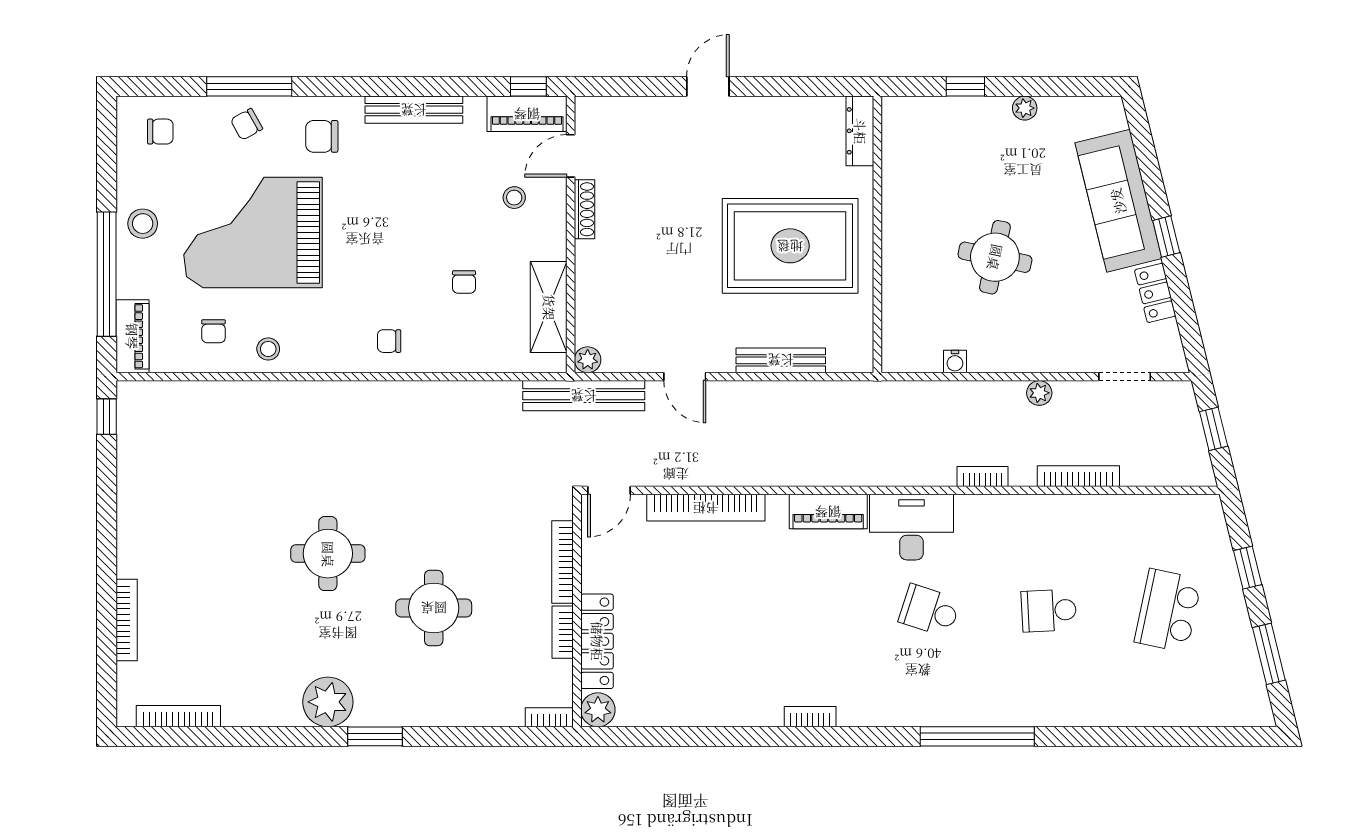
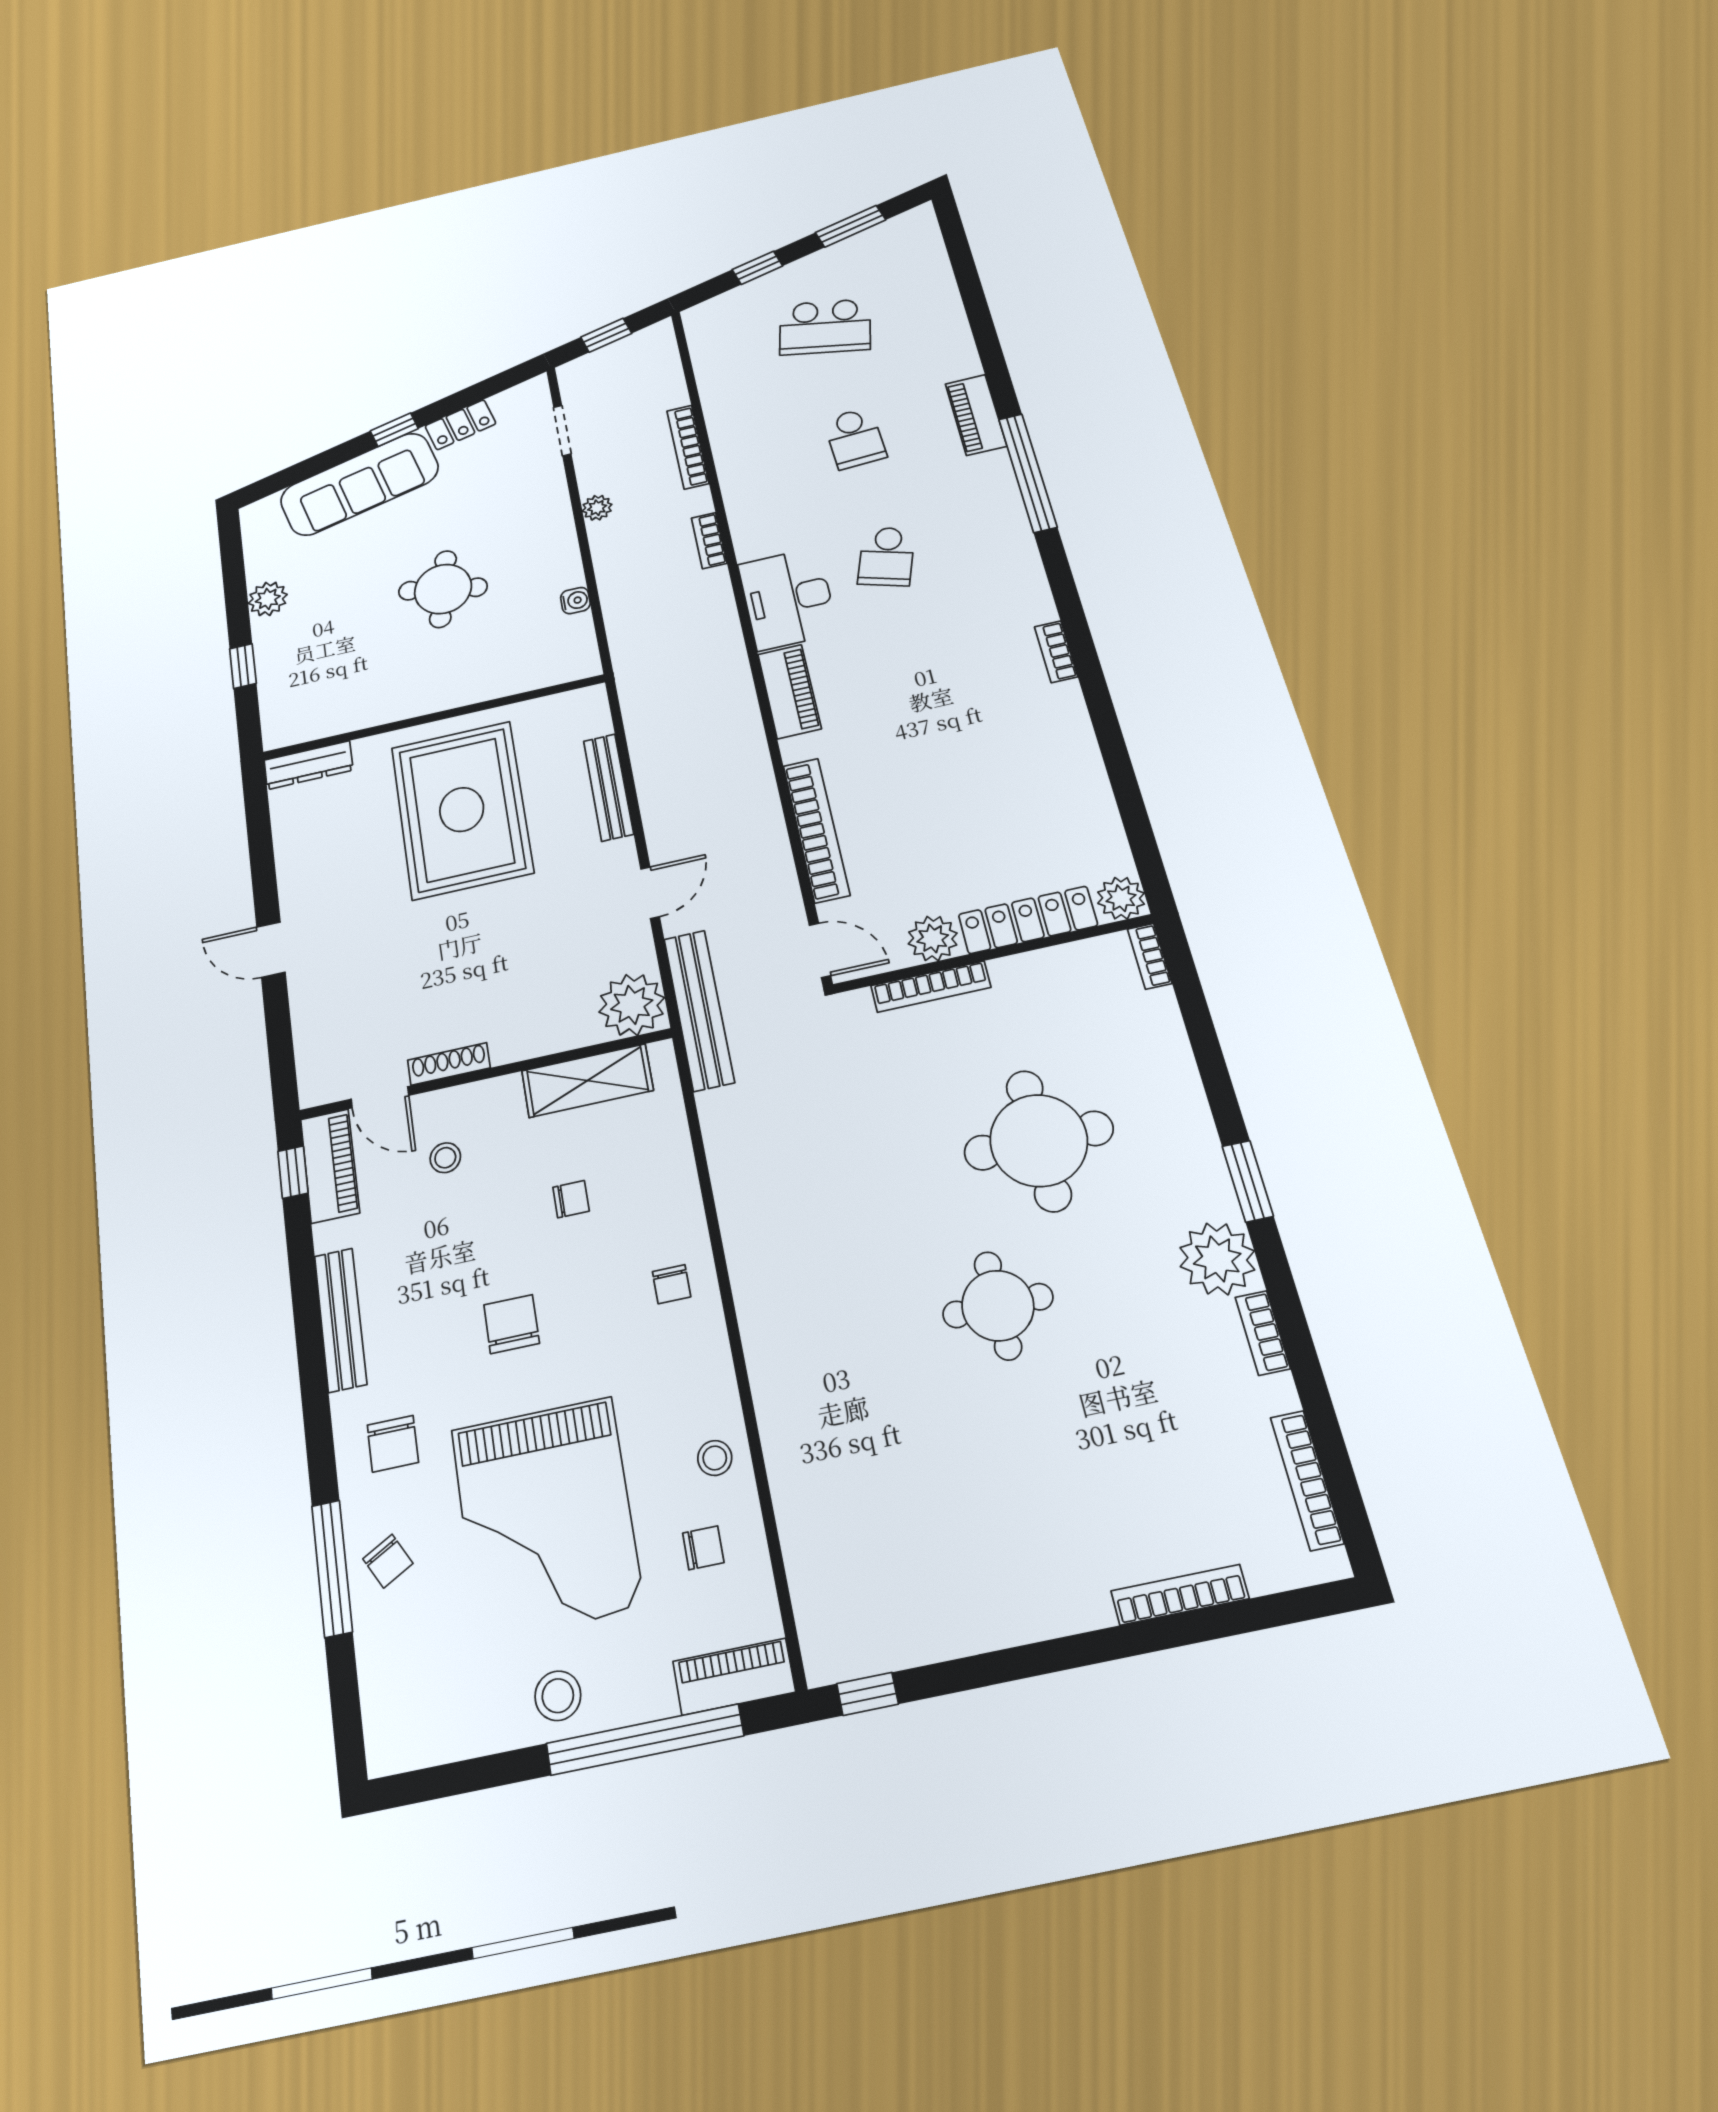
plant: (1025, 108) -> (268, 599), width x1.38, depth x1.38
chair: (160, 132) -> (512, 1324), moved, width x1.37, depth x1.37
plant: (588, 360) -> (632, 1005), width x1.88, depth x1.88
plant: (599, 572) -> (933, 938), added
round table: (434, 608) -> (1039, 1141), width x1.36, depth x1.36
bookcase: (563, 632) -> (1263, 1333), moved, turned 90
piano: (1044, 710) -> (976, 415), added

